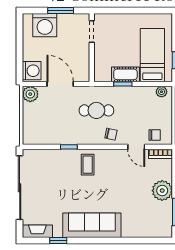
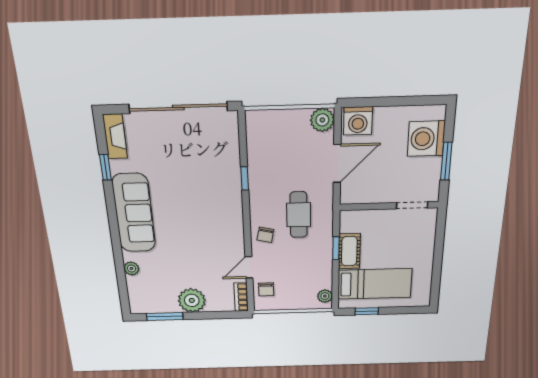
coffee table: (88, 165) -> (220, 205), removed
plant: (135, 232) -> (131, 269), added

